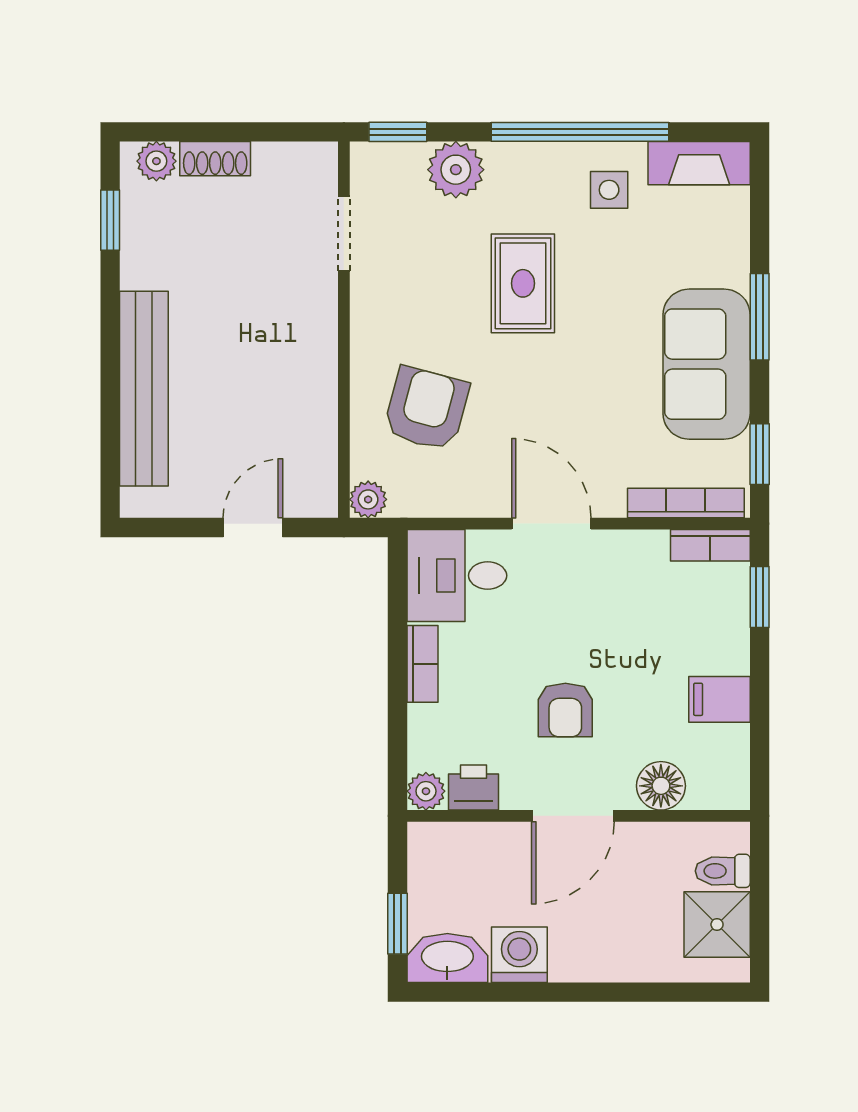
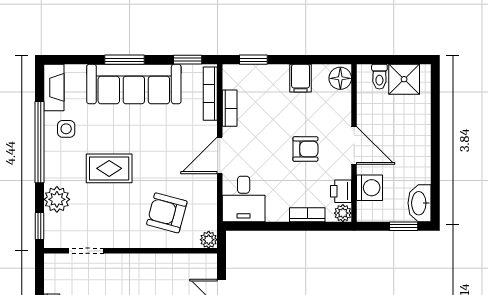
sofa: (707, 364) -> (134, 84), width x1.36
bookcase: (710, 545) -> (230, 108), moved
bookcase: (422, 664) -> (307, 215), moved
floor lamp: (661, 786) -> (340, 78), moved
washing machine: (519, 955) -> (370, 188), moved, turned 180

